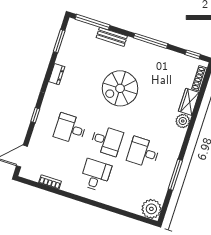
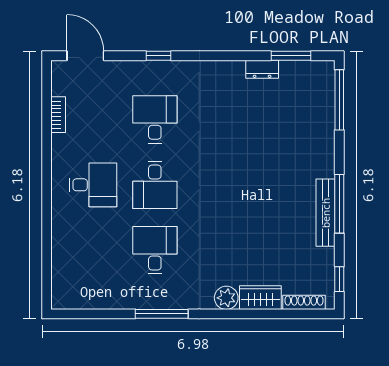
bench: (112, 37) -> (326, 213), moved, width x1.36
dresser: (57, 74) -> (262, 69), moved
spiral stairs: (120, 88) -> (246, 179), removed
window: (175, 175) -> (162, 314), moved
plant: (151, 209) -> (68, 293), removed

